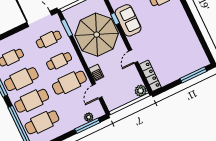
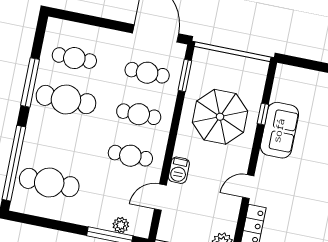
parasol: (97, 35) -> (220, 117), width x0.73, depth x0.73
cafe table: (69, 83) -> (130, 156), width x0.73, depth x0.74
cafe table: (32, 101) -> (58, 141), removed

